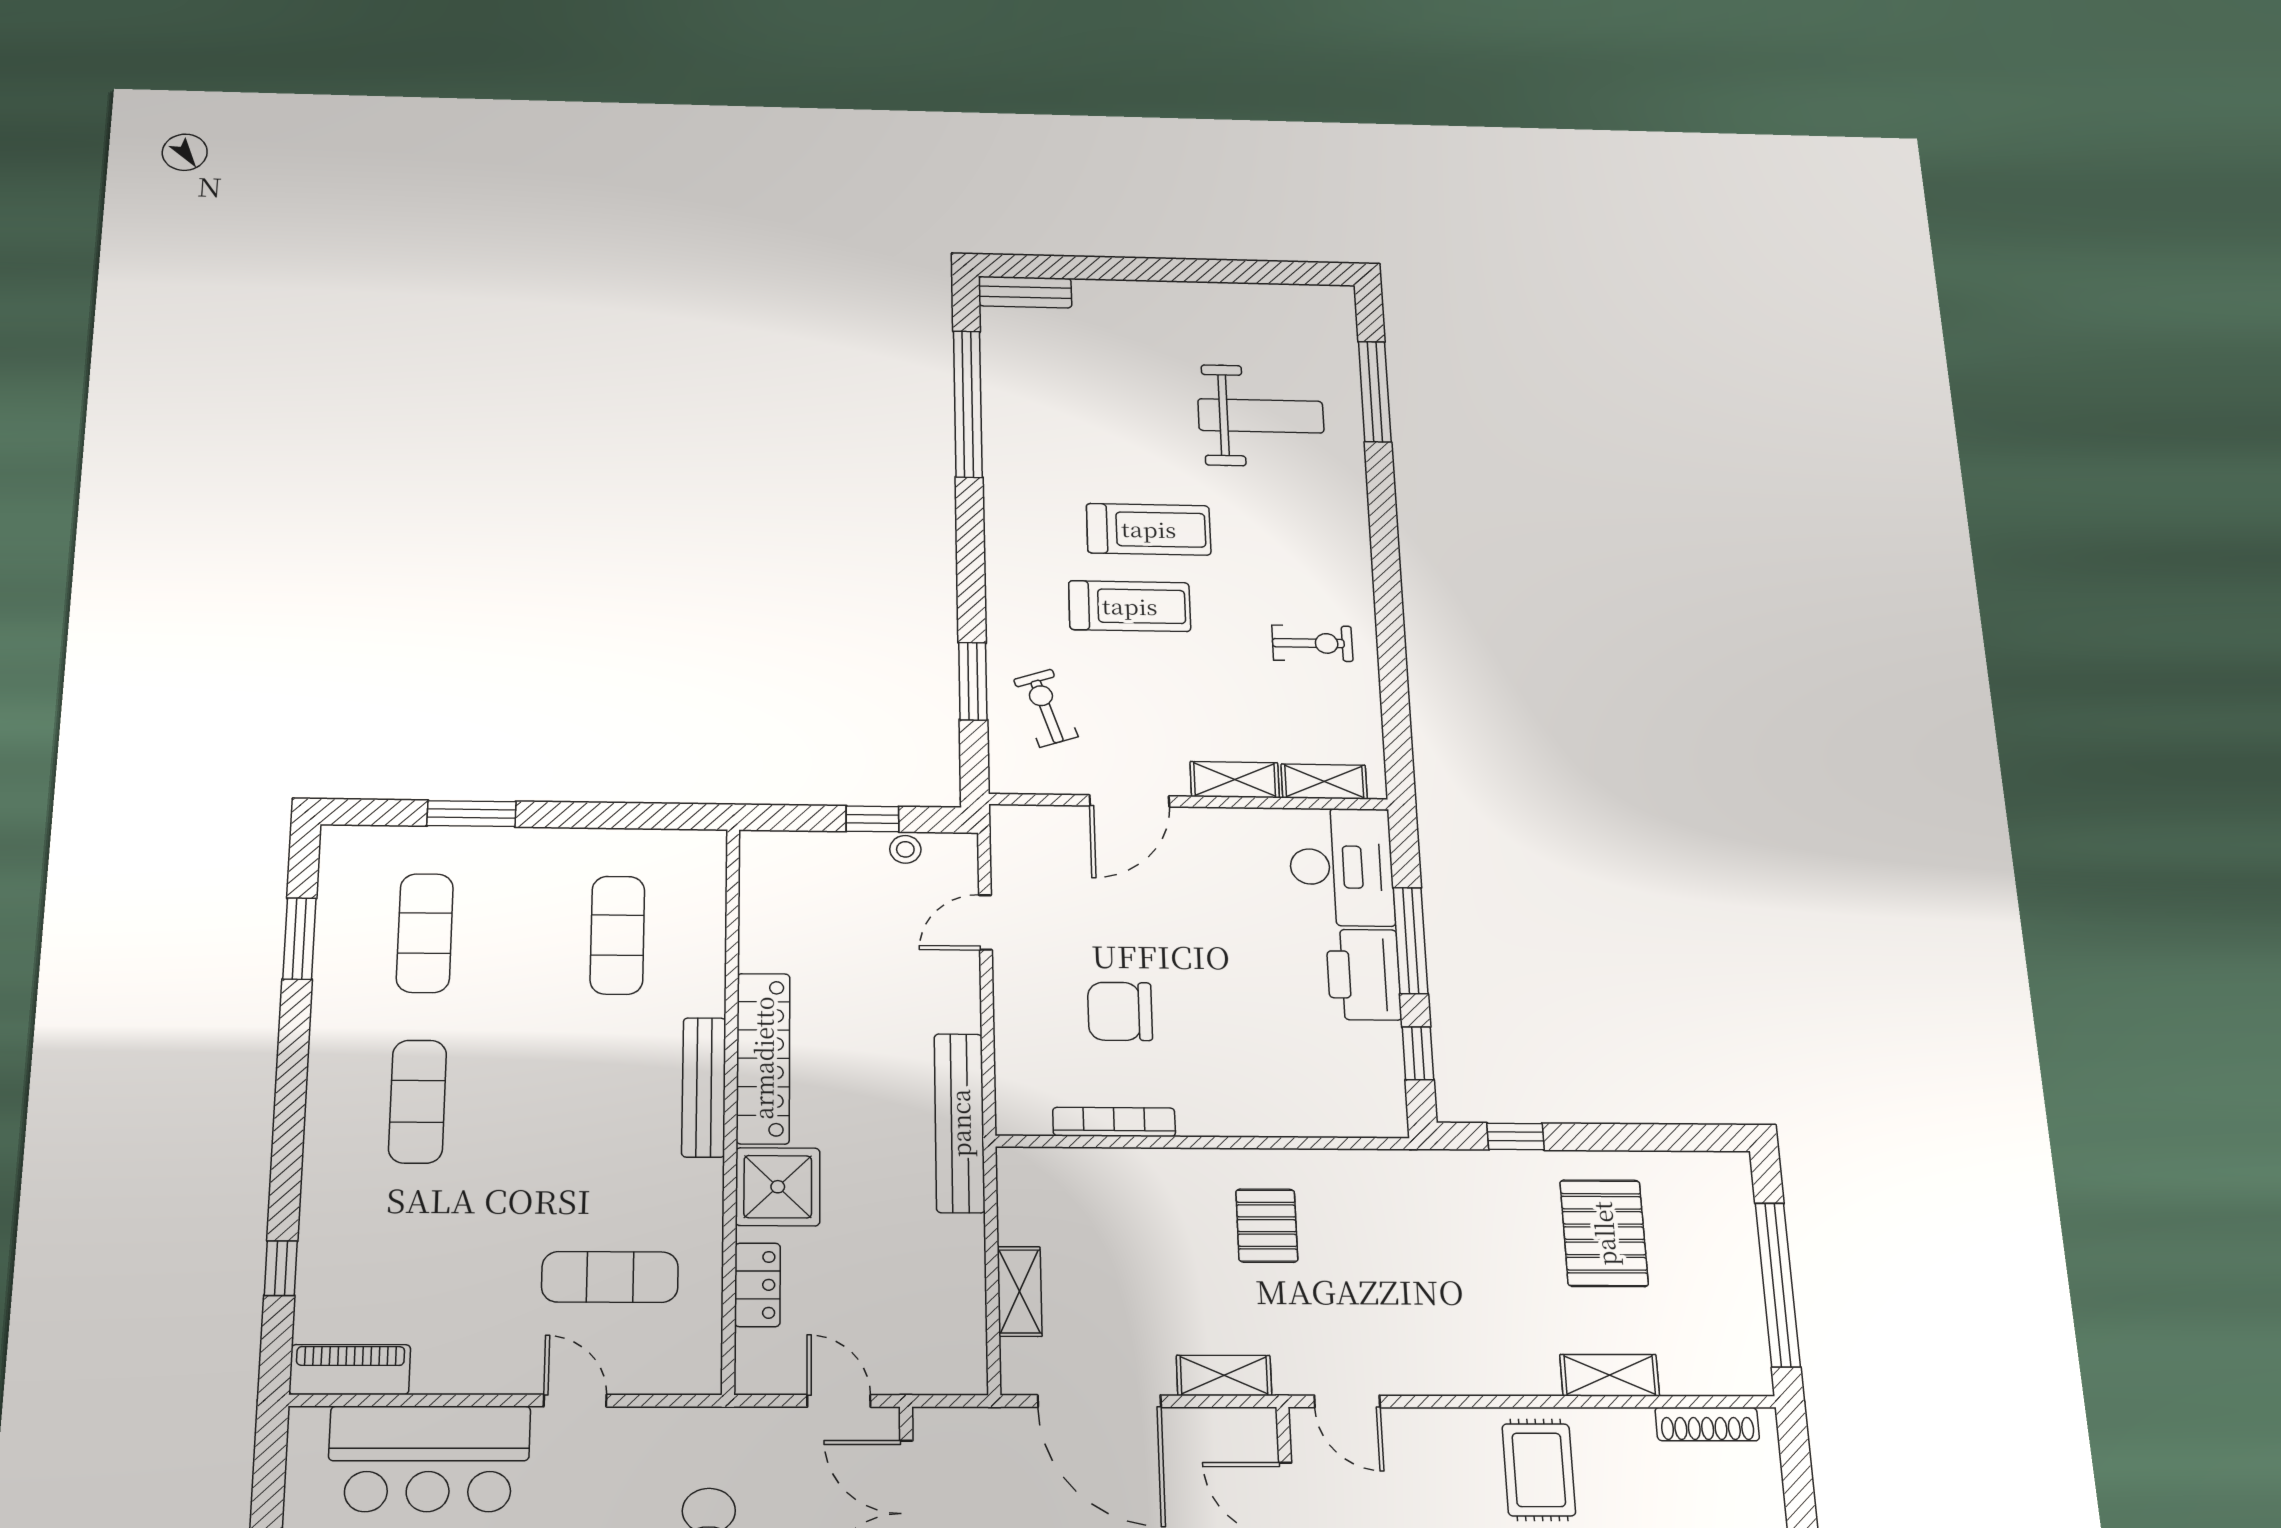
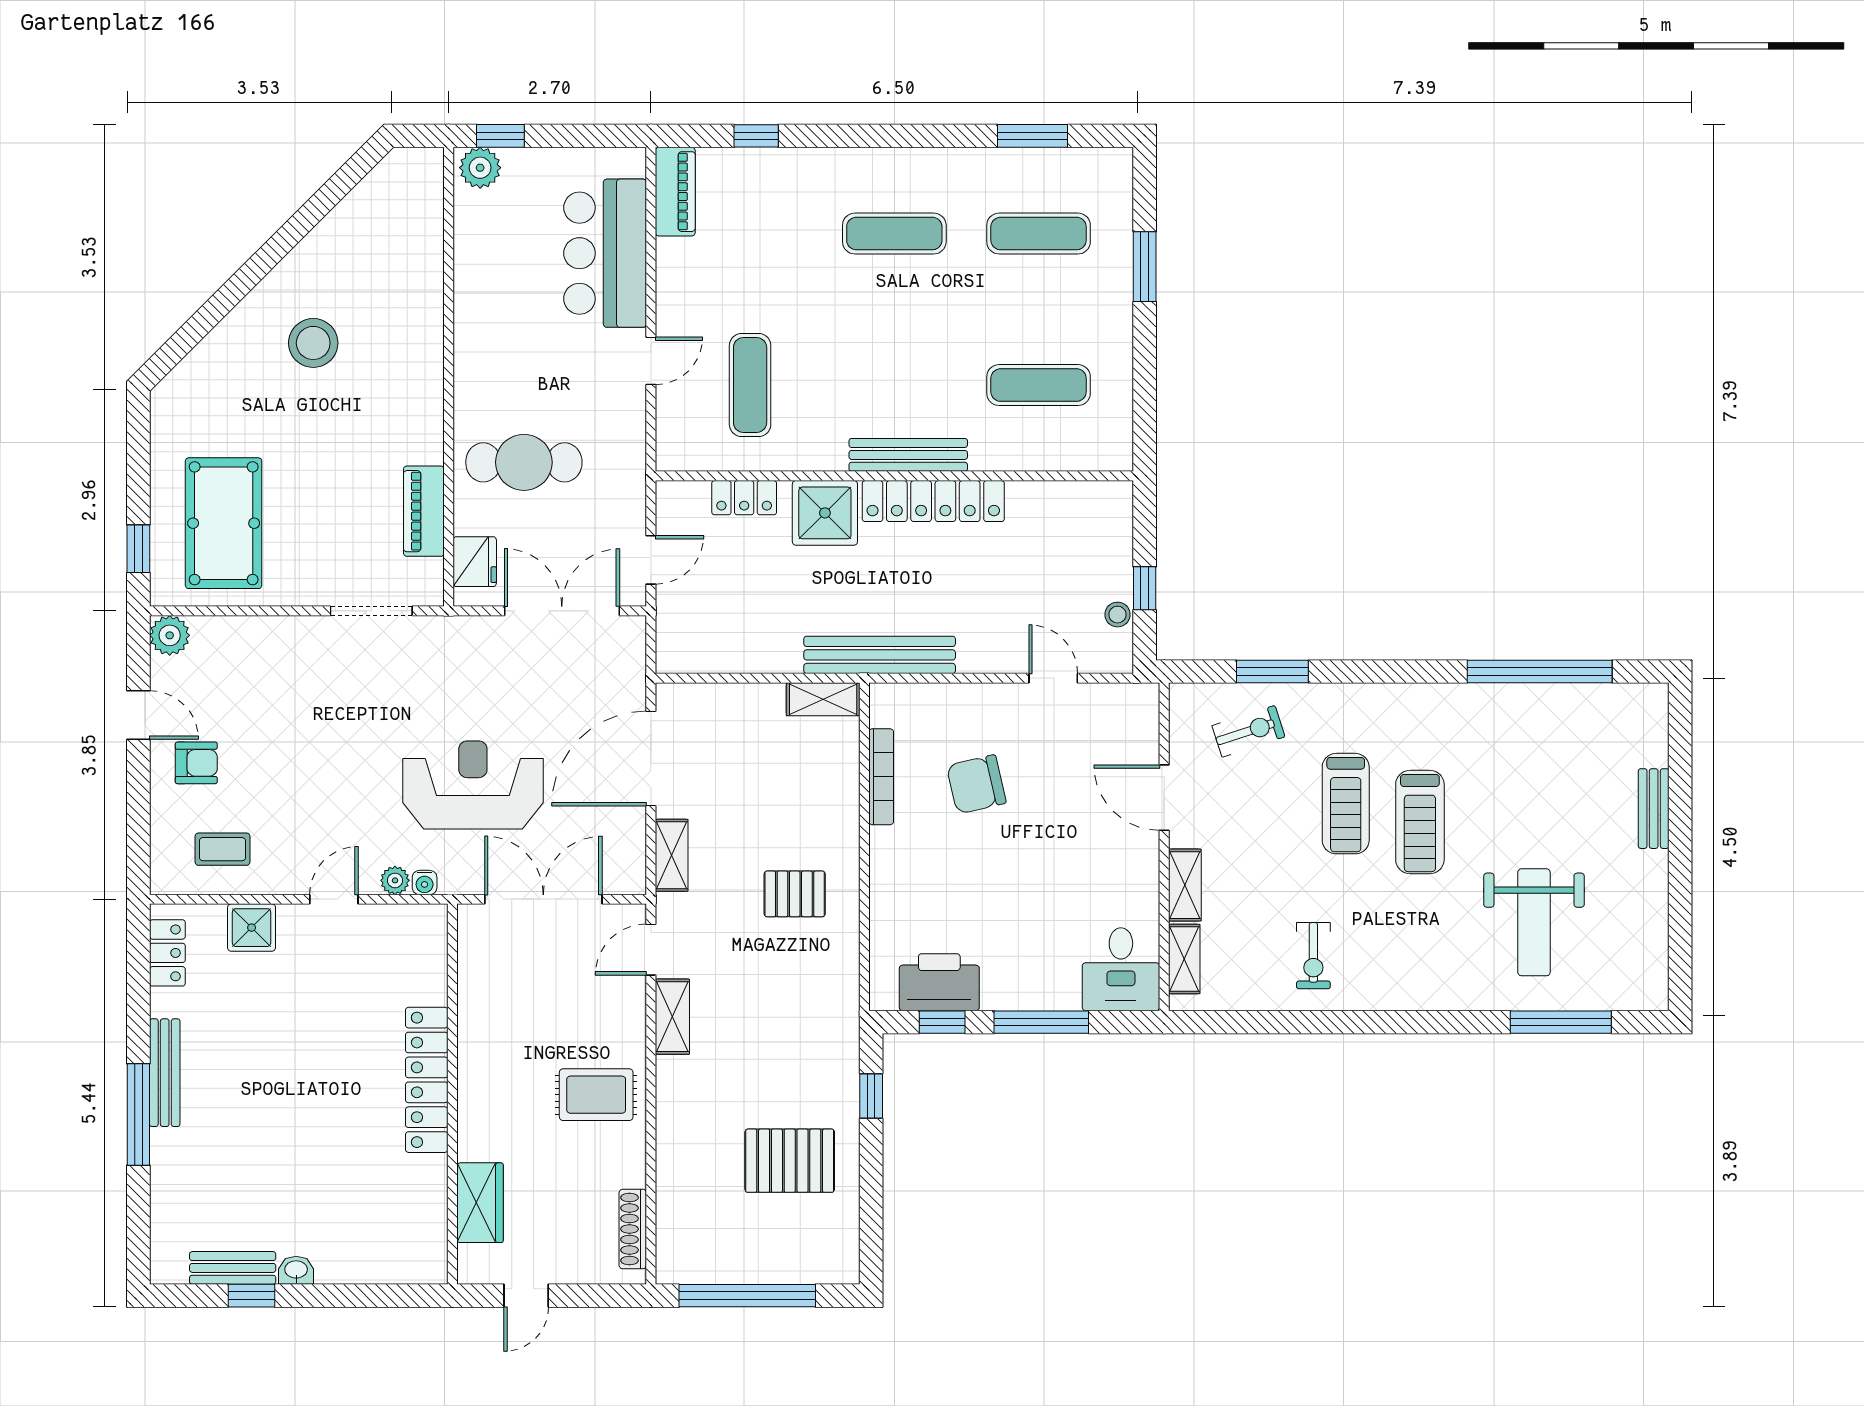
bench: (1025, 292) -> (1654, 809), moved
desk: (1341, 867) -> (1121, 969), width x0.73
printer: (1364, 975) -> (939, 982), moved
chair: (1120, 1011) -> (976, 784), turned -103
shelving: (1020, 1291) -> (823, 699), moved
shelving: (1610, 1375) -> (672, 1017), moved

